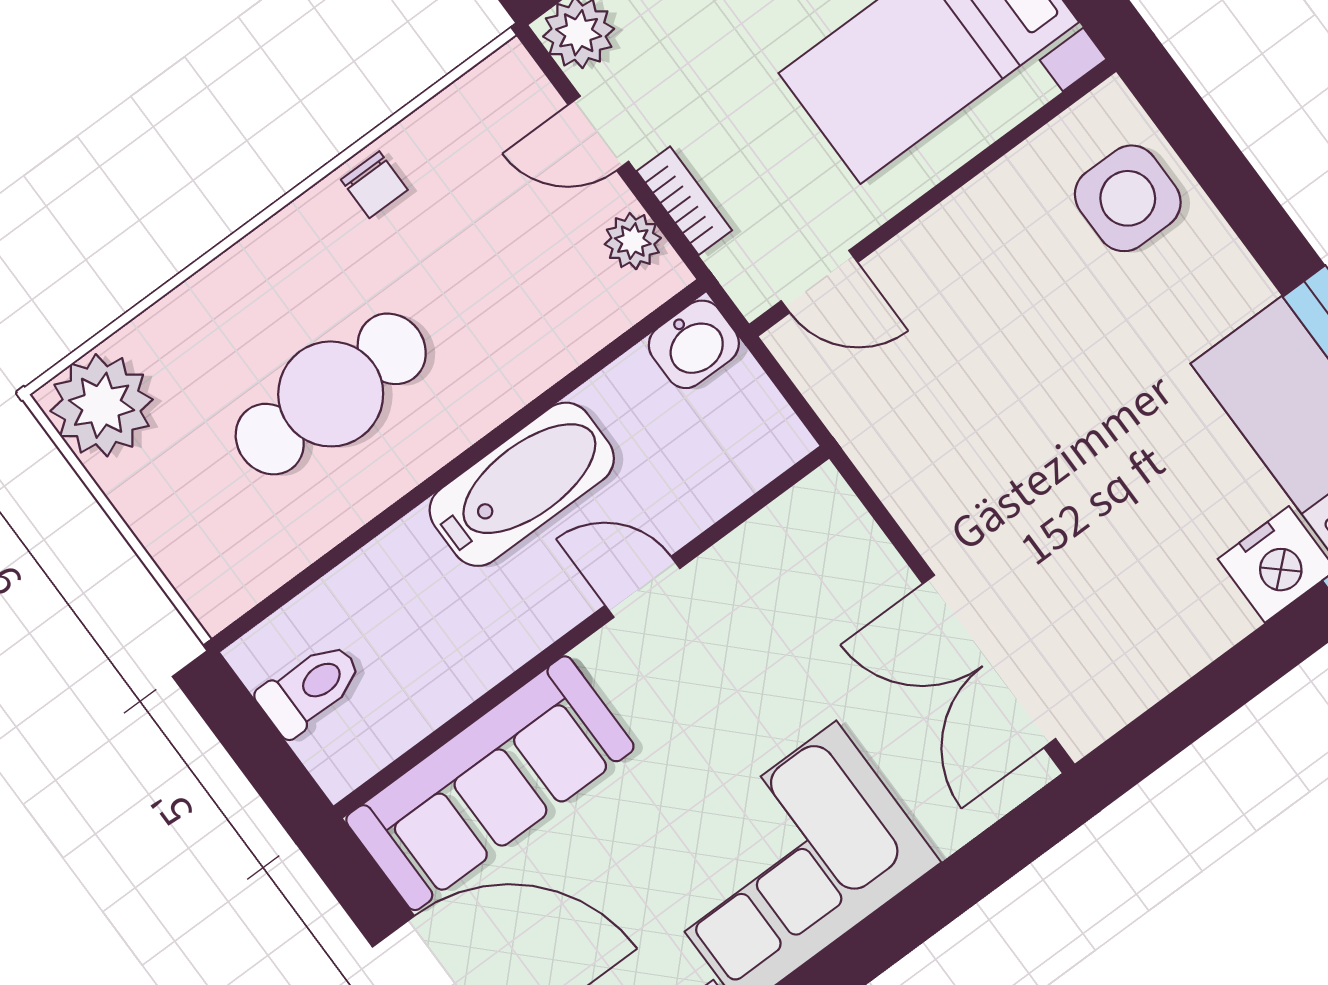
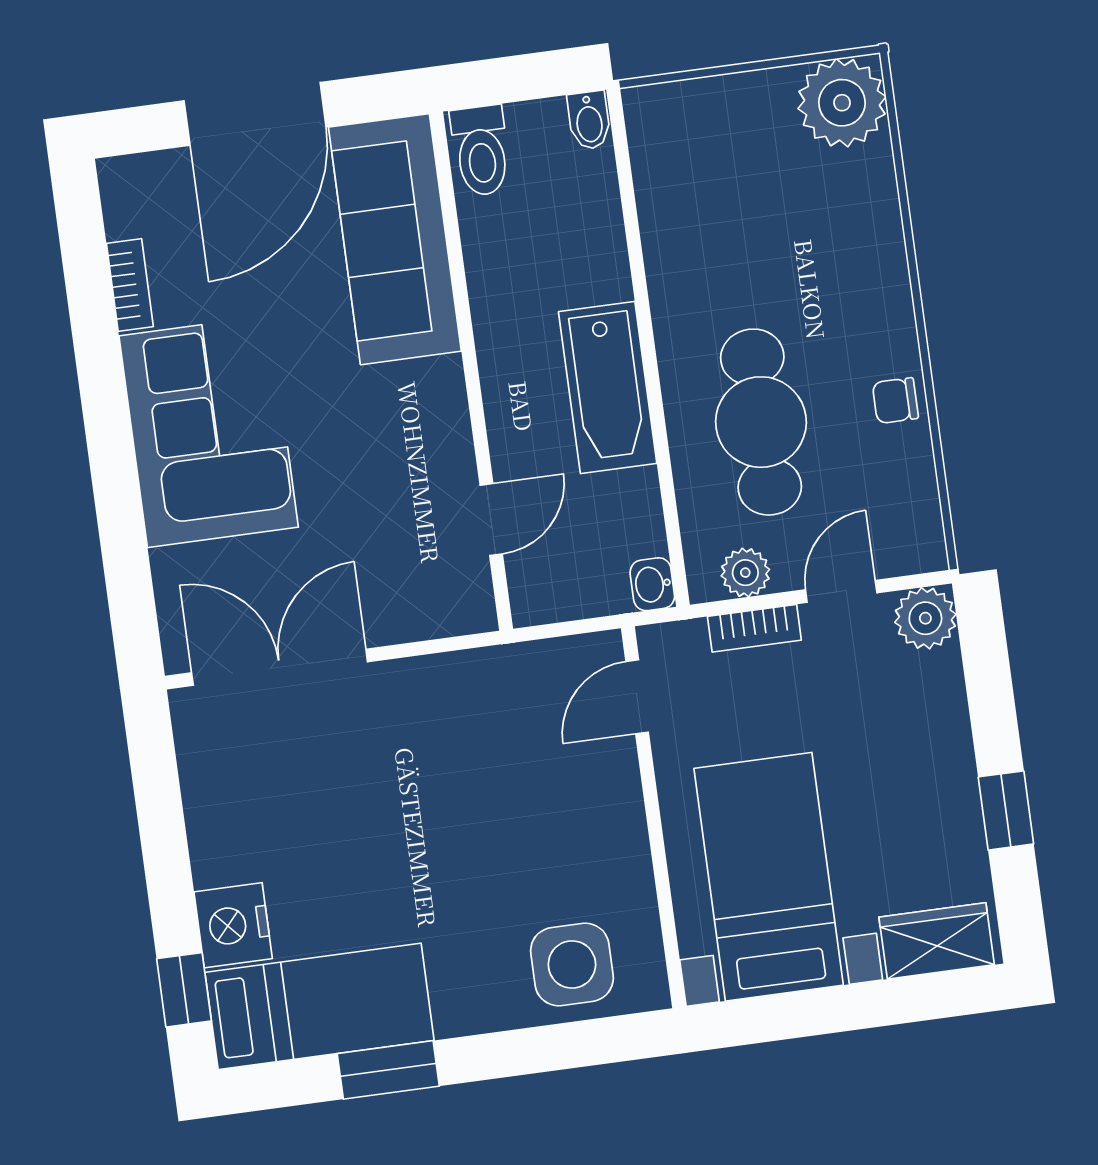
washbasin: (694, 344) -> (652, 584), width x0.72, depth x0.69
cafe table: (331, 394) -> (761, 422), moved
door: (642, 587) -> (491, 520), moved
bidet: (261, 652) -> (589, 120), added
toilet: (310, 689) -> (481, 151), moved

